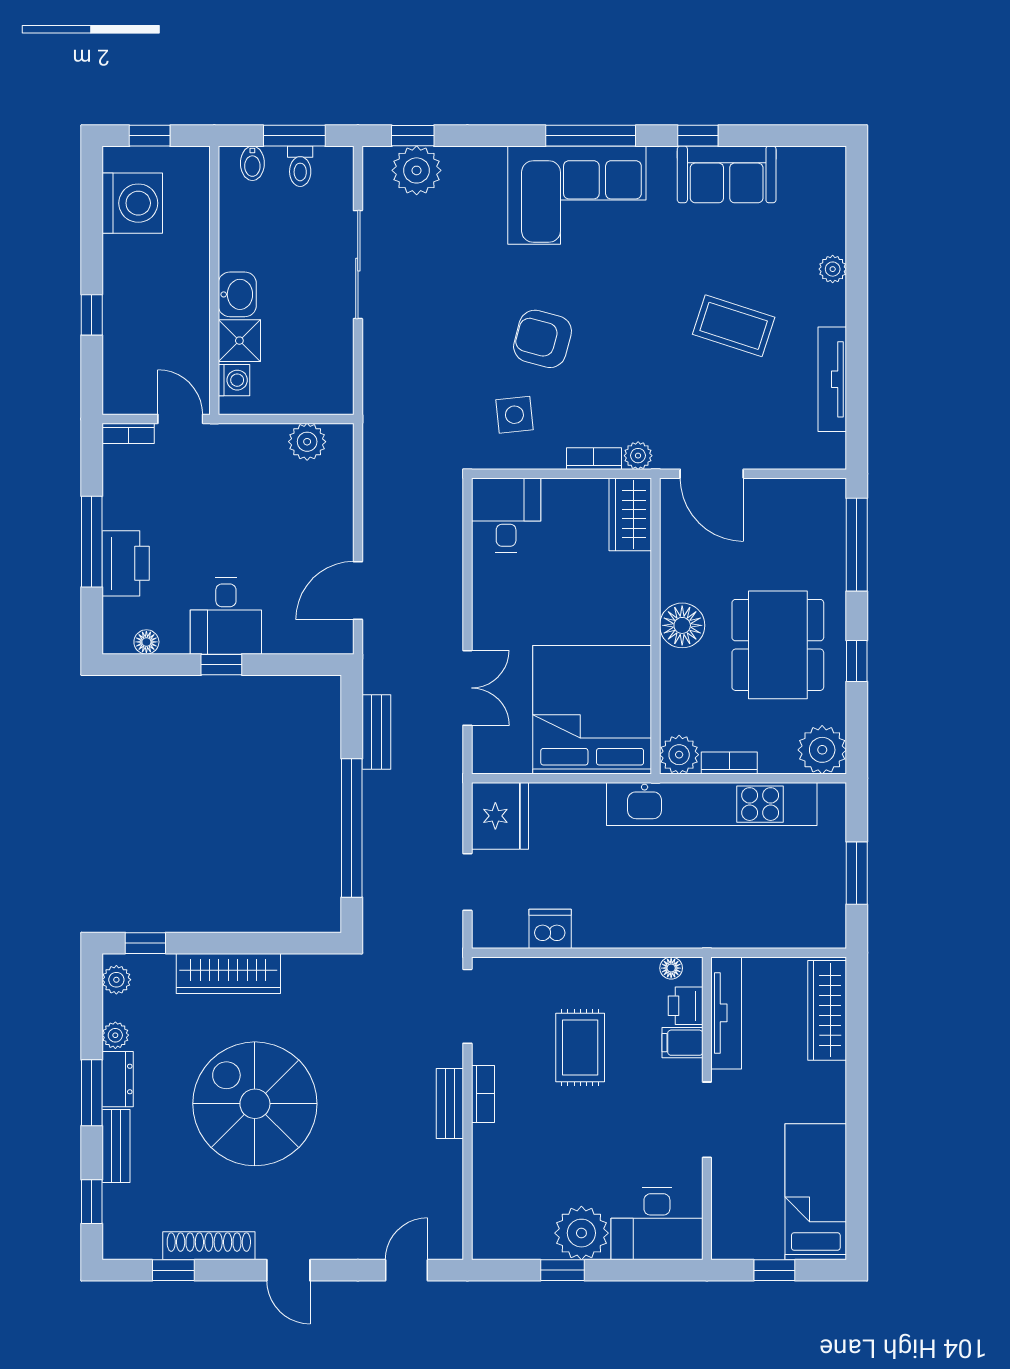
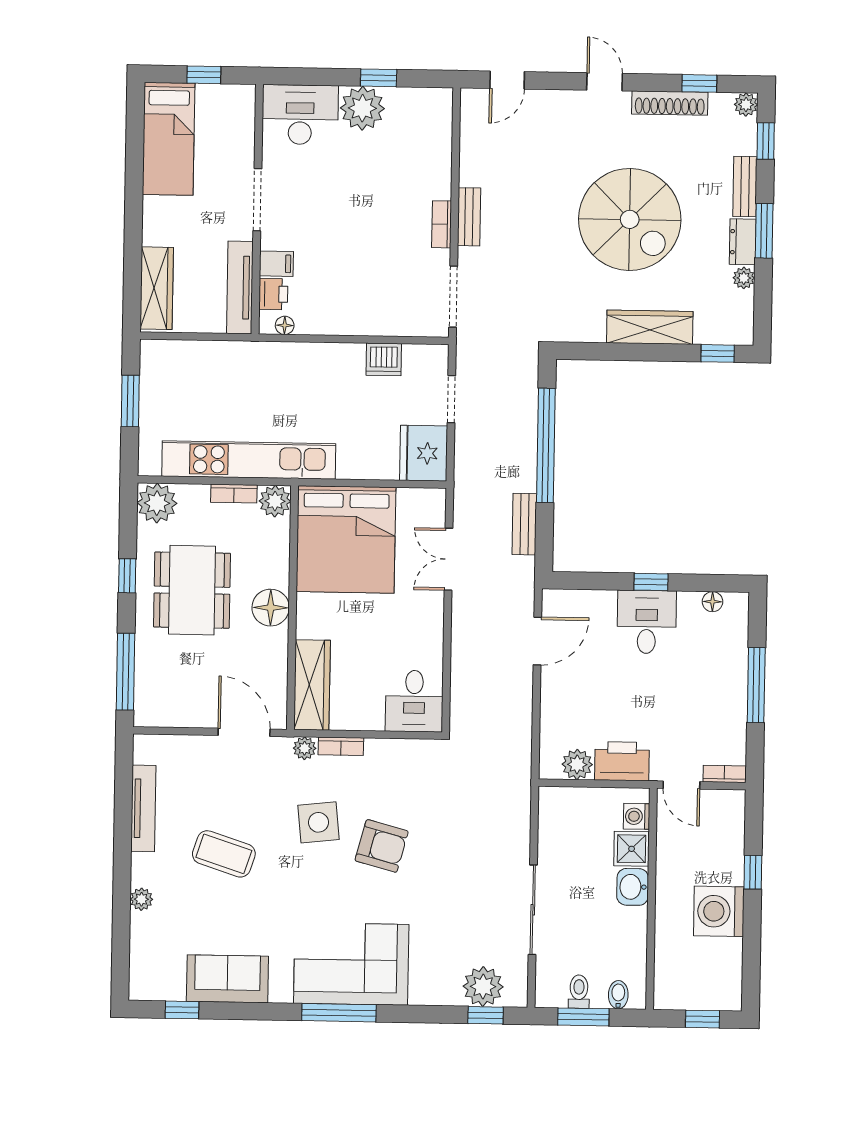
window: (698, 136) -> (182, 1010), moved
washing machine: (132, 203) -> (719, 911), moved
side table: (514, 415) -> (318, 822), moved, width x1.37, depth x1.37
wardrobe: (630, 514) -> (312, 685), width x1.50
printer: (126, 563) -> (622, 761), moved, turned 90
plant: (116, 980) -> (746, 105), moved
rug: (580, 1047) -> (361, 261), removed

